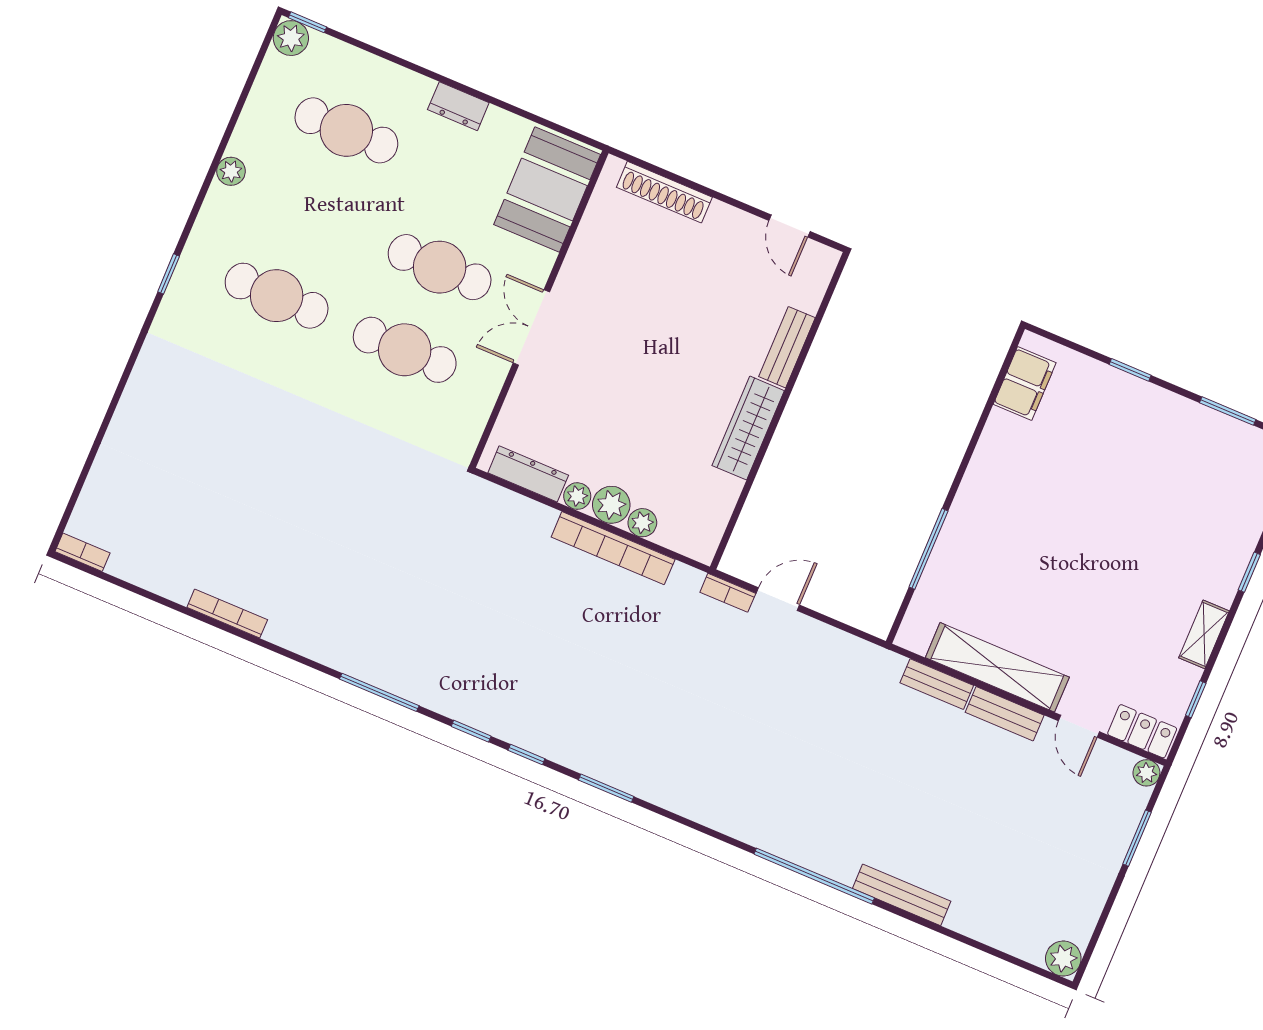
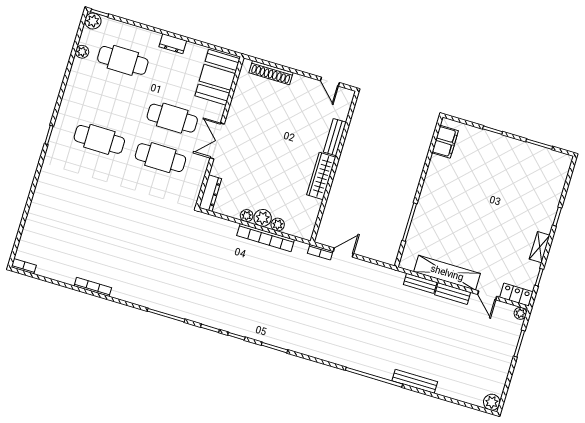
plant: (231, 171) -> (82, 52), moved
dresser: (528, 474) -> (210, 193), moved, turned 90

